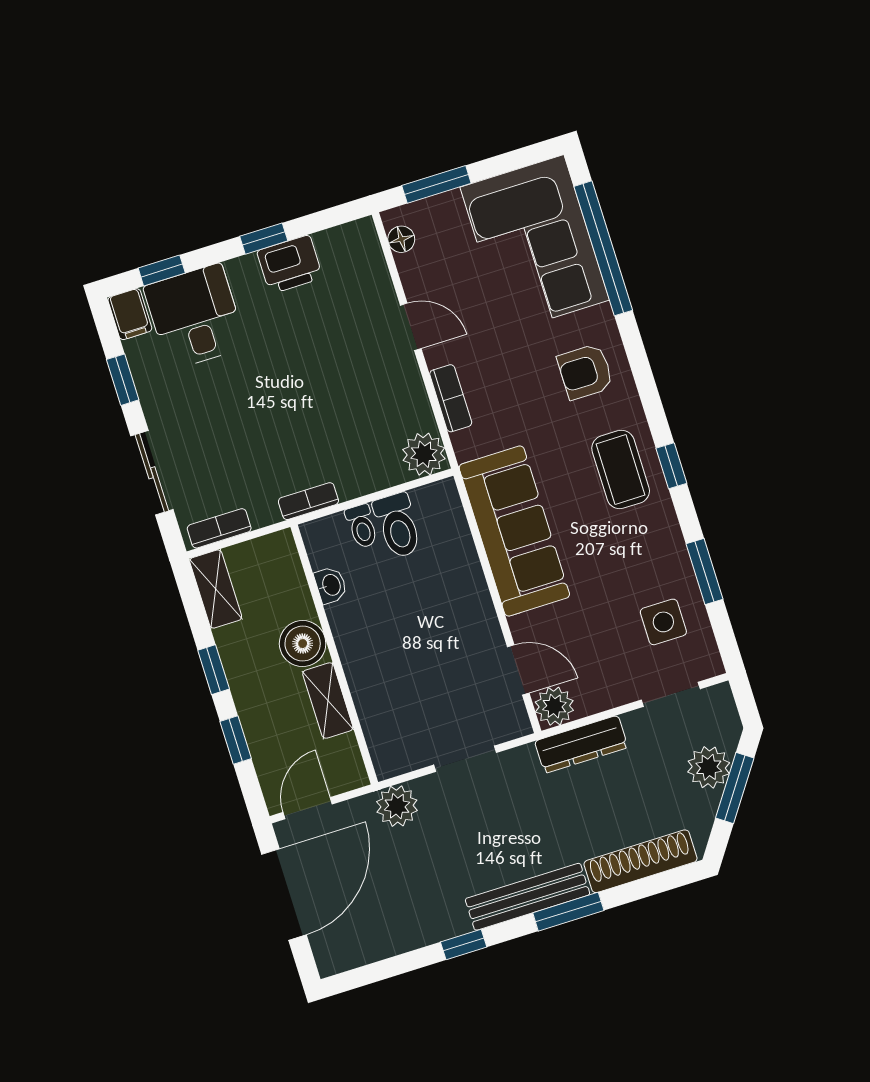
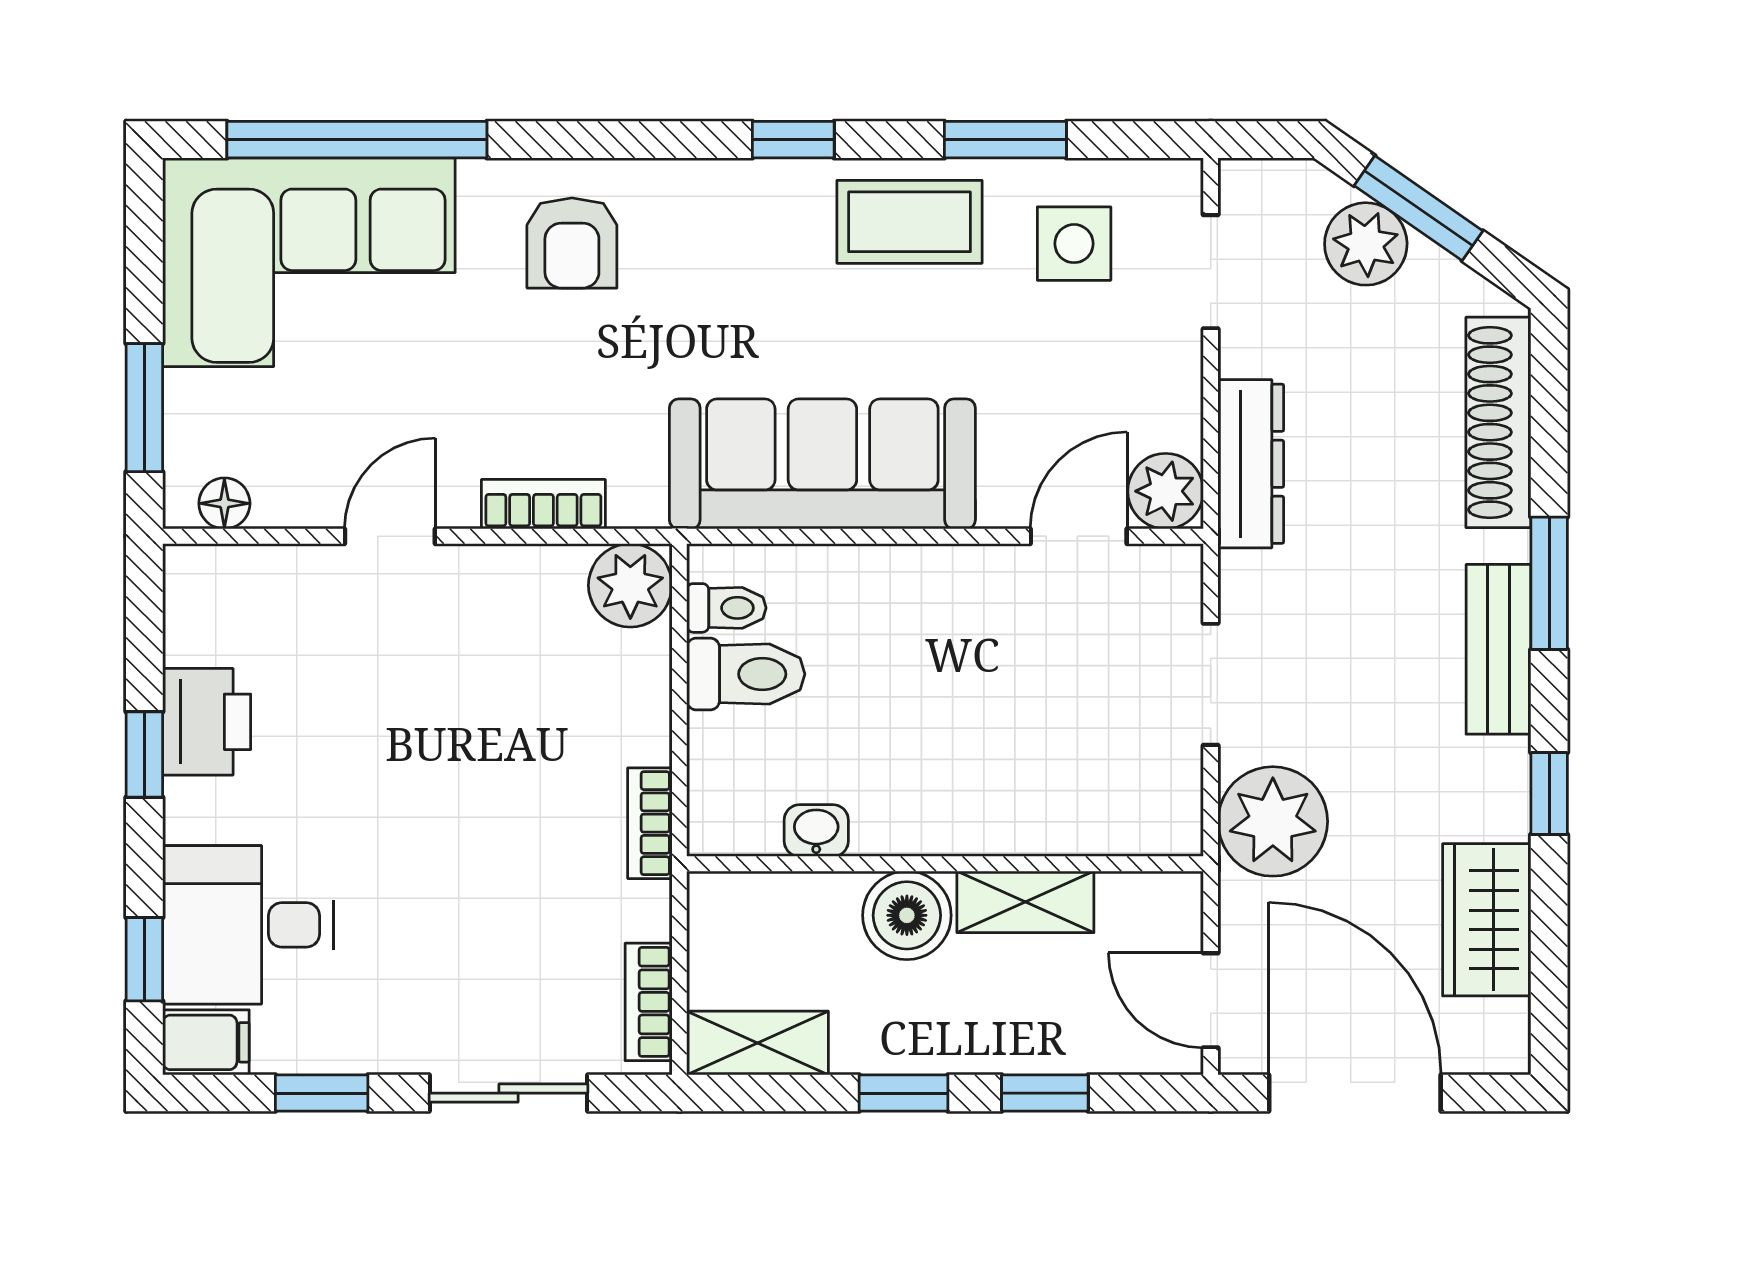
coffee table: (621, 469) -> (910, 222), moved
toilet: (362, 526) -> (726, 608), moved
plant: (397, 806) -> (1273, 821), width x1.36, depth x1.36
bench: (528, 897) -> (1498, 649), width x0.73
wardrobe: (391, 933) -> (1487, 920), added

